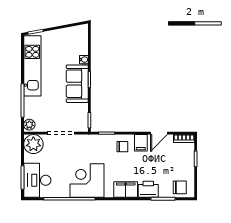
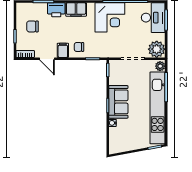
kitchen unit: (32, 66) -> (158, 108), width x1.36
door: (159, 133) -> (47, 59), swing flipped
chair: (180, 187) -> (32, 26), moved

